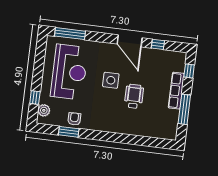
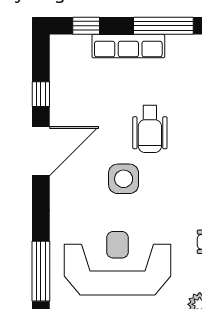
wheelchair: (134, 96) -> (150, 129), turned -90

